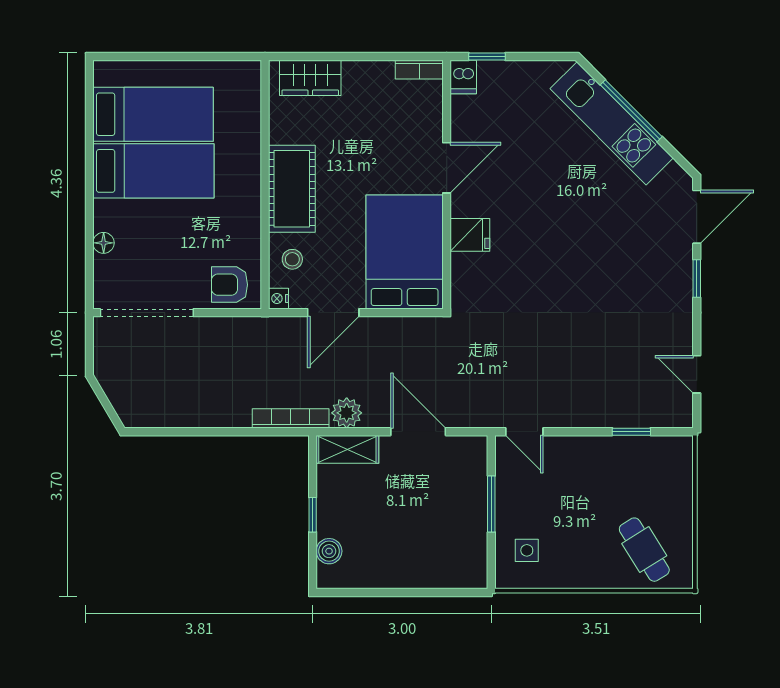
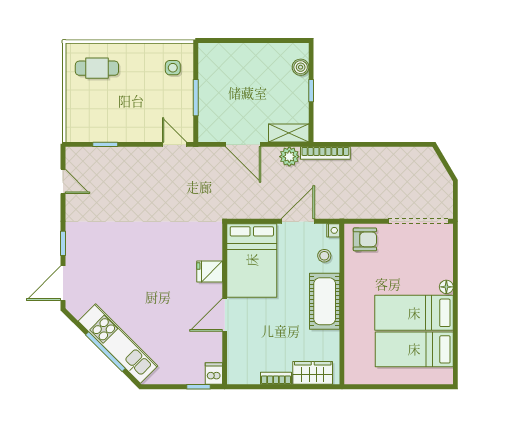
bookcase: (419, 70) -> (276, 378), moved
floor lamp: (104, 243) -> (446, 287), moved
cafe table: (644, 550) -> (97, 68), turned -58

